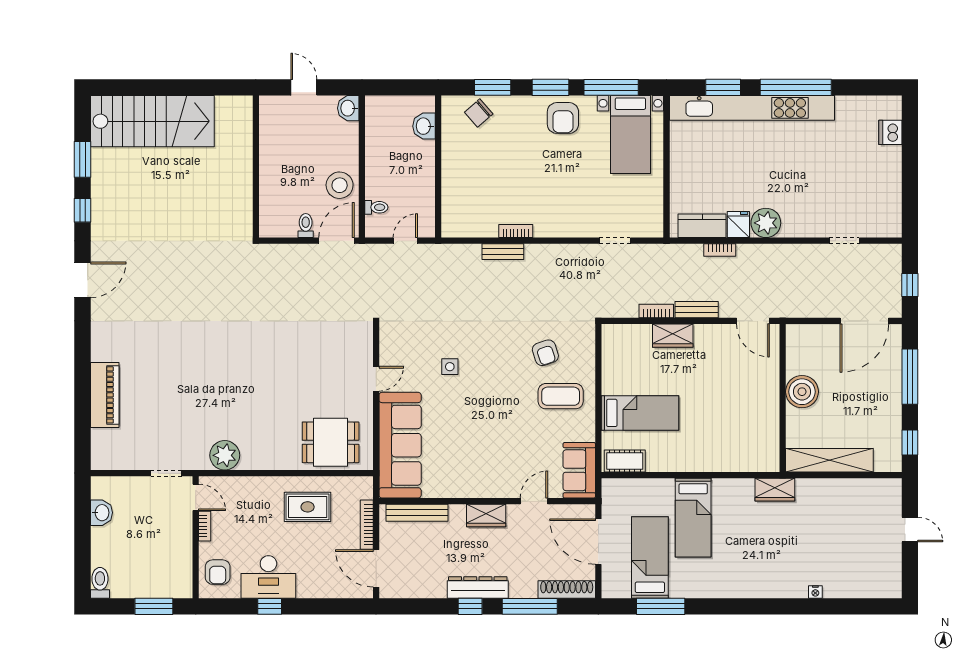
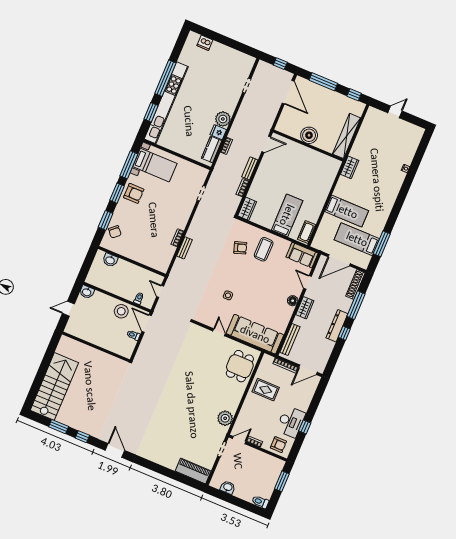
wardrobe: (673, 336) -> (247, 209), moved
piano: (105, 395) -> (193, 471), moved
floor lamp: (489, 488) -> (293, 301), added
rug: (308, 507) -> (266, 390), turned 90

